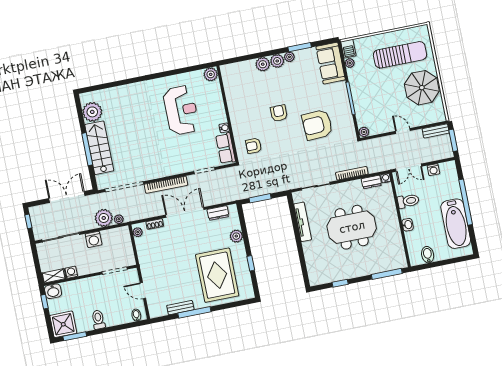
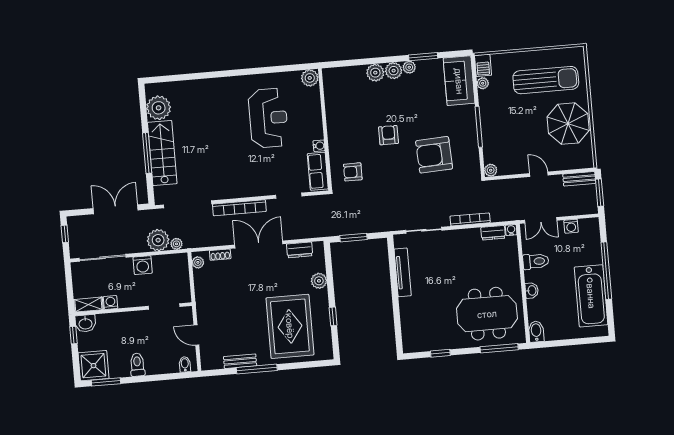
meeting table: (352, 227) -> (487, 314), moved
bidet: (428, 255) -> (536, 332), moved

